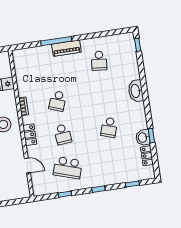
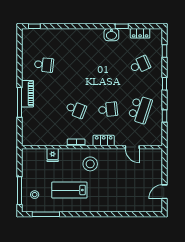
washbasin: (136, 91) -> (78, 35), removed
school desk: (109, 127) -> (140, 65), moved, turned -42
washbasin: (143, 138) -> (111, 35), moved
door: (27, 165) -> (132, 147), swing flipped

